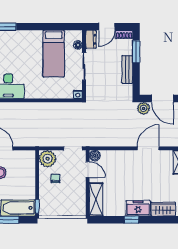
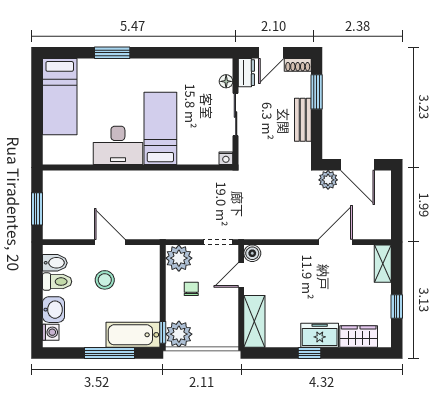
bed: (54, 54) -> (160, 128), moved, turned 180
door: (88, 169) -> (241, 275), swing flipped
plant: (48, 208) -> (179, 334), added

